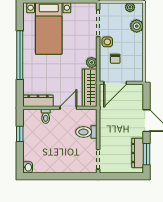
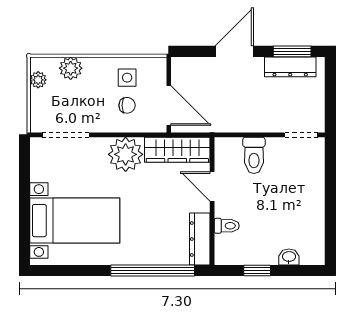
side table: (107, 42) -> (127, 78), moved
window: (20, 55) -> (153, 271), moved
plant: (92, 62) -> (126, 154), width x1.88, depth x1.88
washbasin: (28, 167) -> (289, 257), moved

